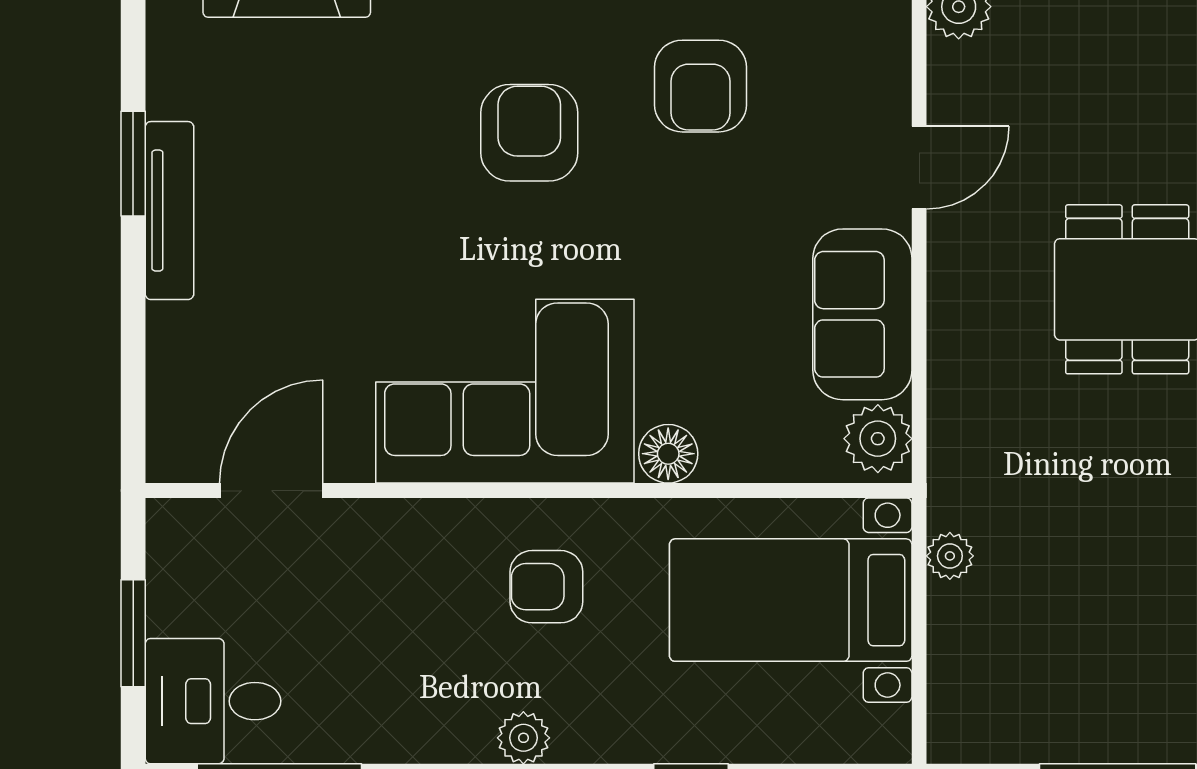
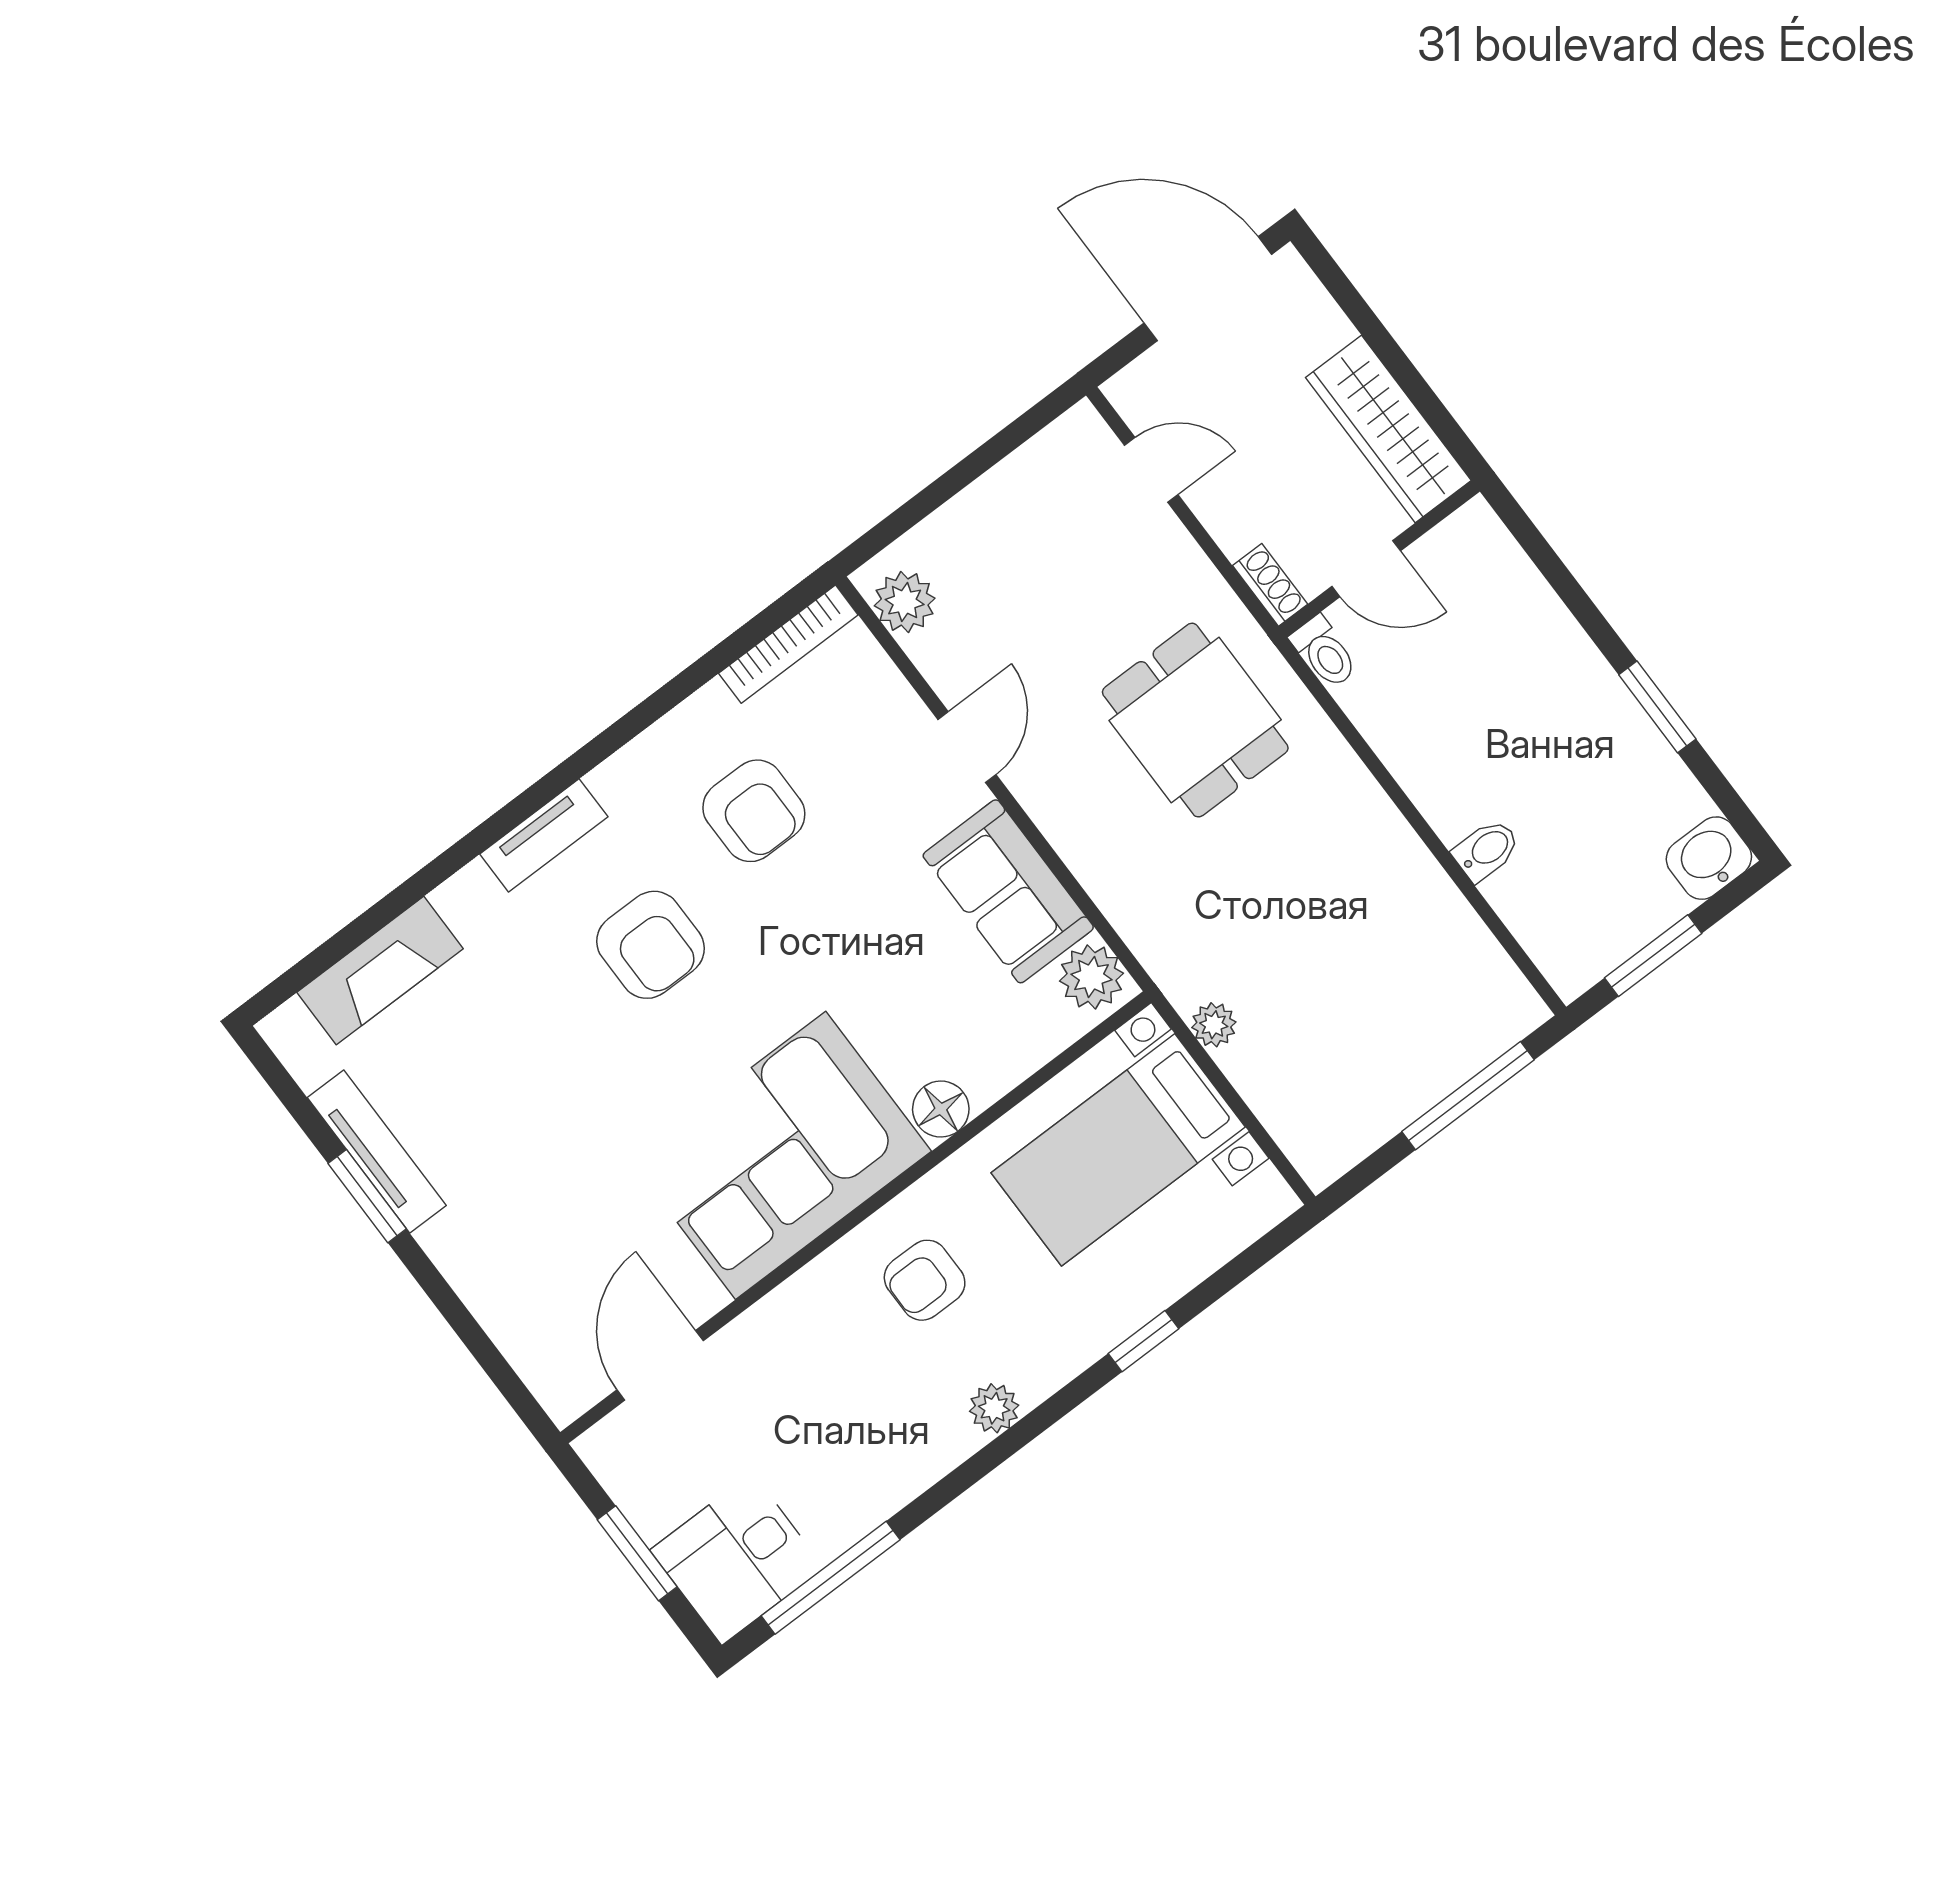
armchair: (529, 133) -> (651, 945), turned 180
tv unit: (169, 211) -> (377, 1152), moved

